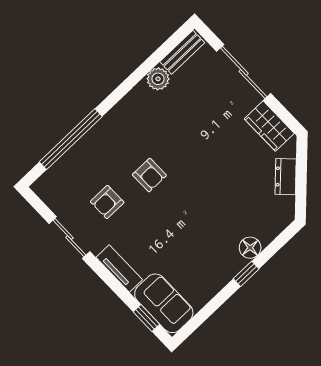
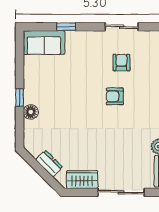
tv unit: (119, 269) -> (83, 37), removed
window: (146, 318) -> (66, 27), moved

